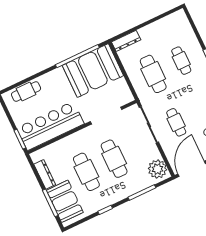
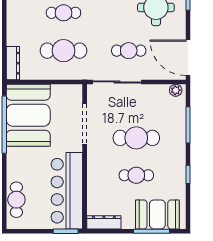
plant: (157, 169) -> (176, 90), width x0.53, depth x0.53
cafe table: (86, 172) -> (136, 175), width x0.73, depth x0.74
dresser: (45, 174) -> (104, 222), moved

